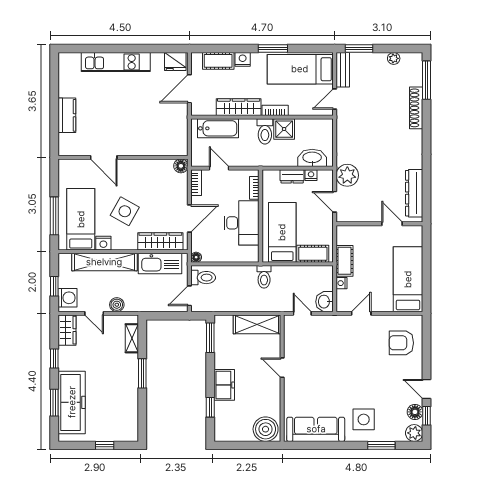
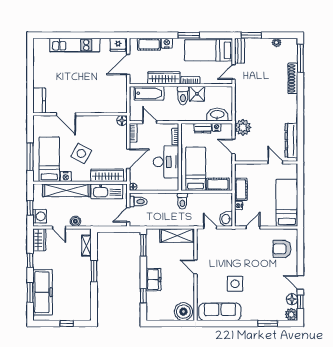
kitchen counter: (67, 115) -> (39, 101), moved
side table: (364, 419) -> (235, 284), moved

